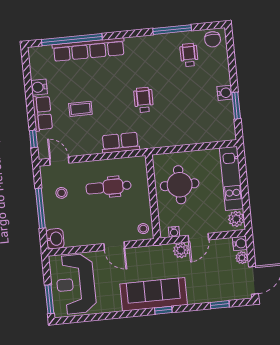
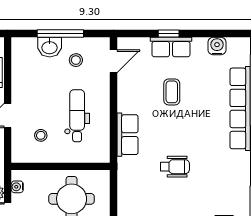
water cooler: (39, 87) -> (217, 46), moved
window: (33, 139) -> (169, 34), moved
stool: (143, 229) -> (41, 135), moved
washbasin: (55, 239) -> (50, 47), moved

